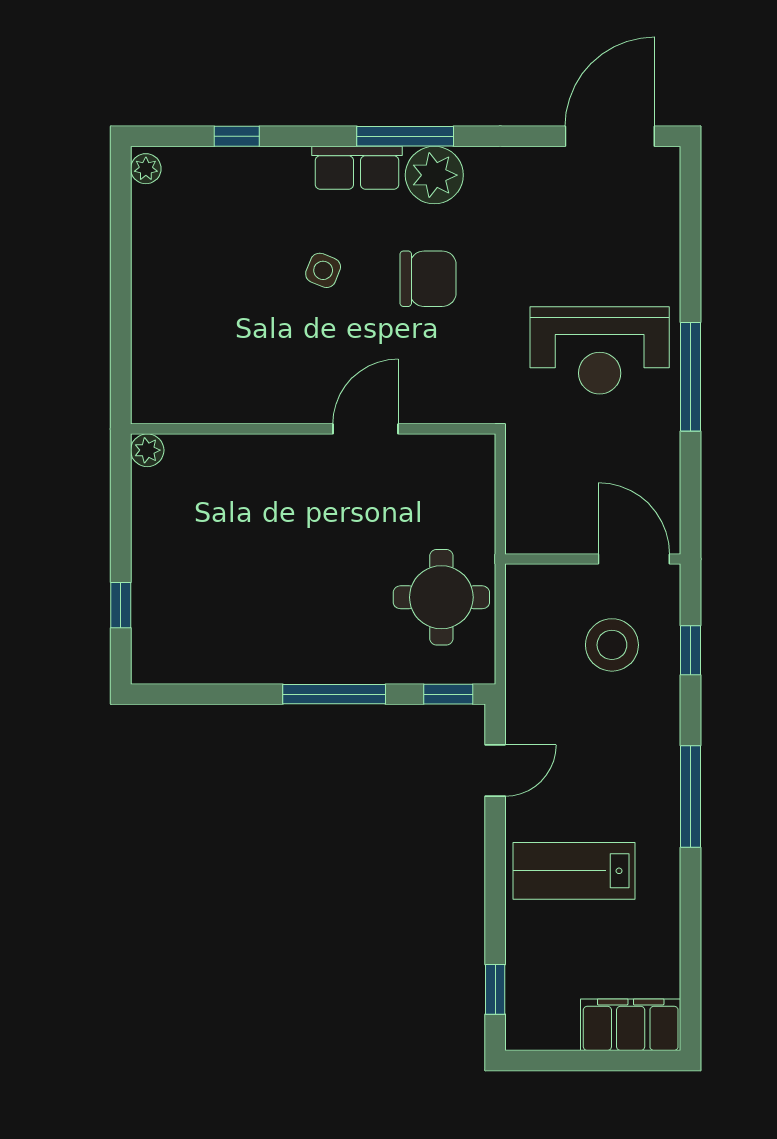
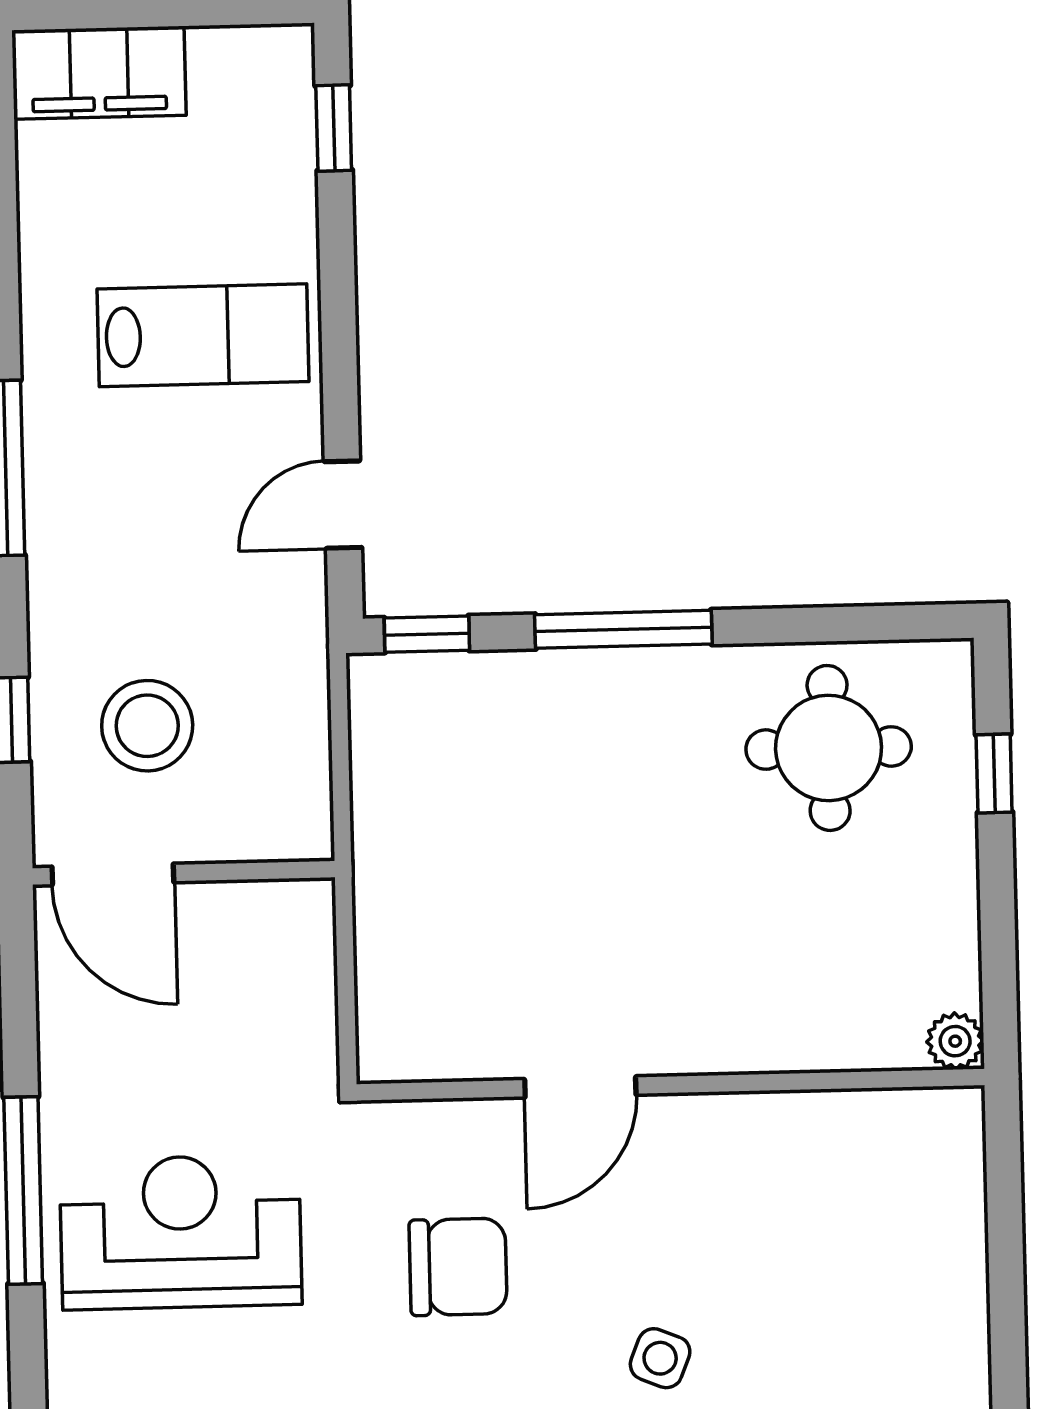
chair: (428, 279) -> (458, 1267), moved, turned 180
round table: (441, 597) -> (829, 748), moved

